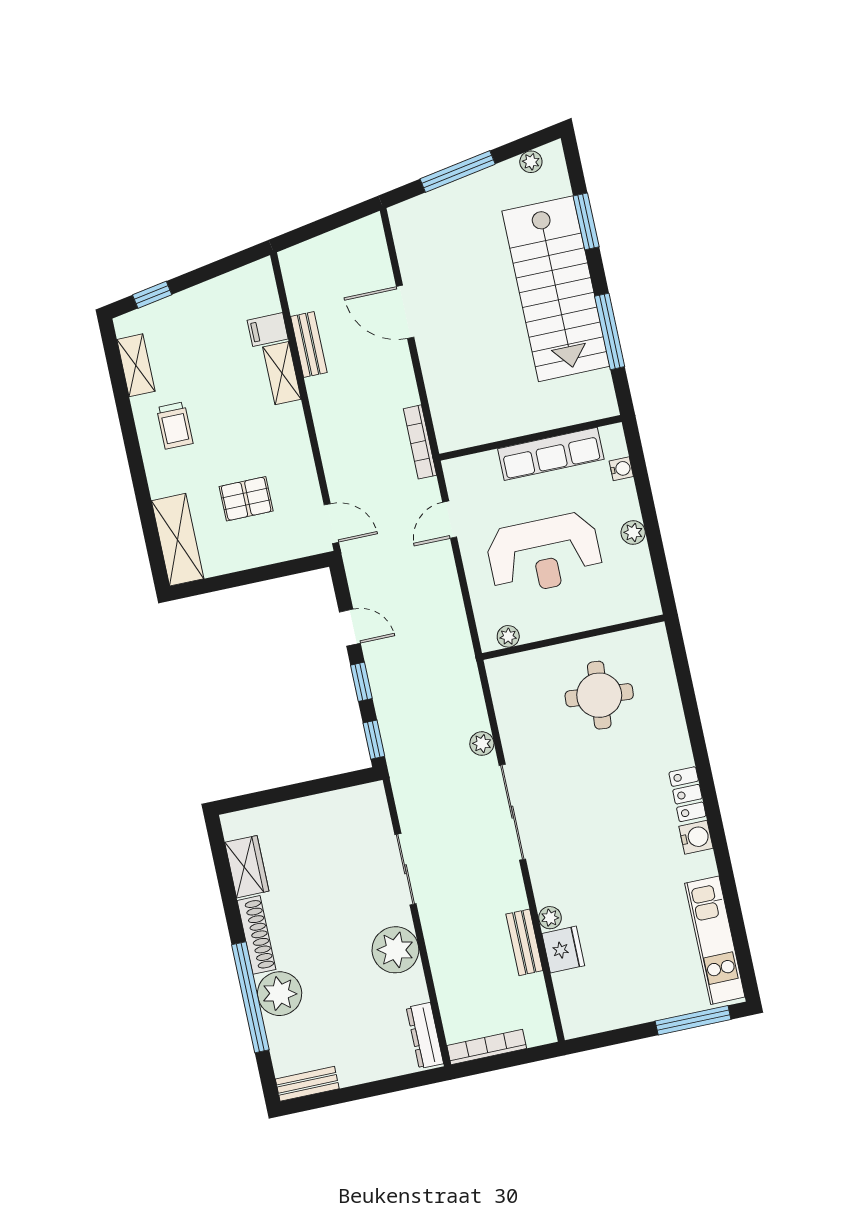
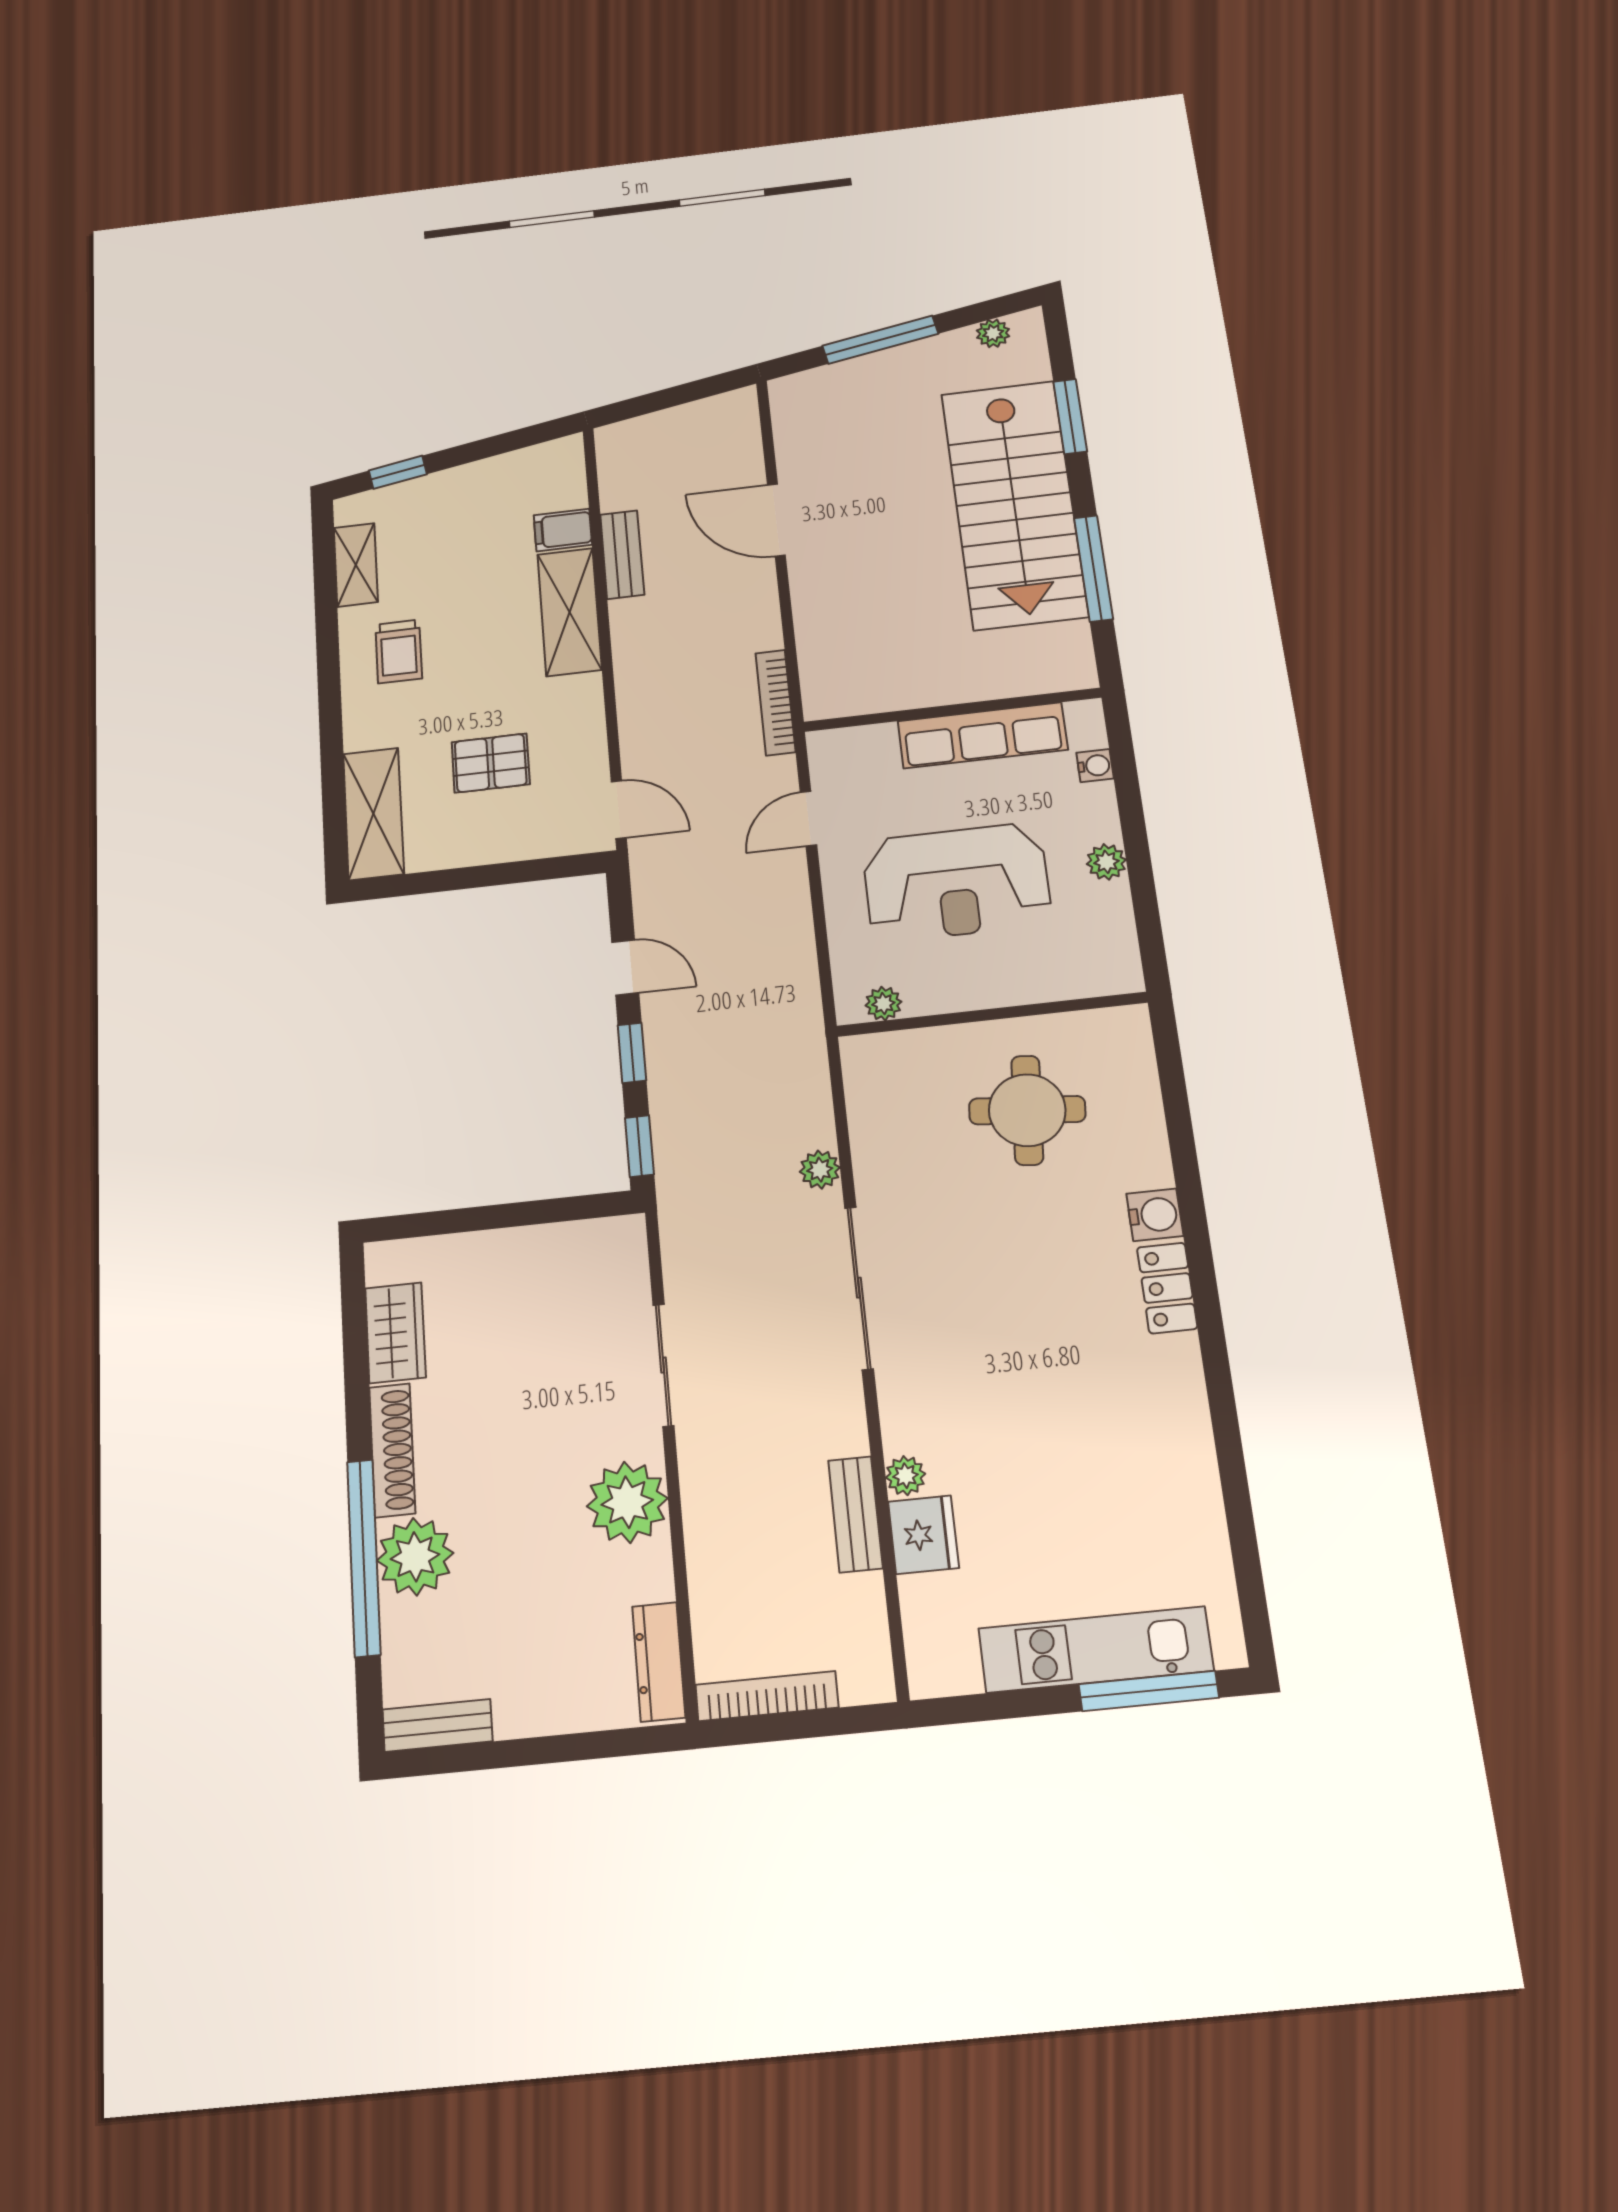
shelving: (282, 373) -> (570, 612), width x1.50, depth x1.33
water cooler: (696, 837) -> (1155, 1215), moved
kitchen unit: (715, 940) -> (1096, 1649), moved, turned 90

